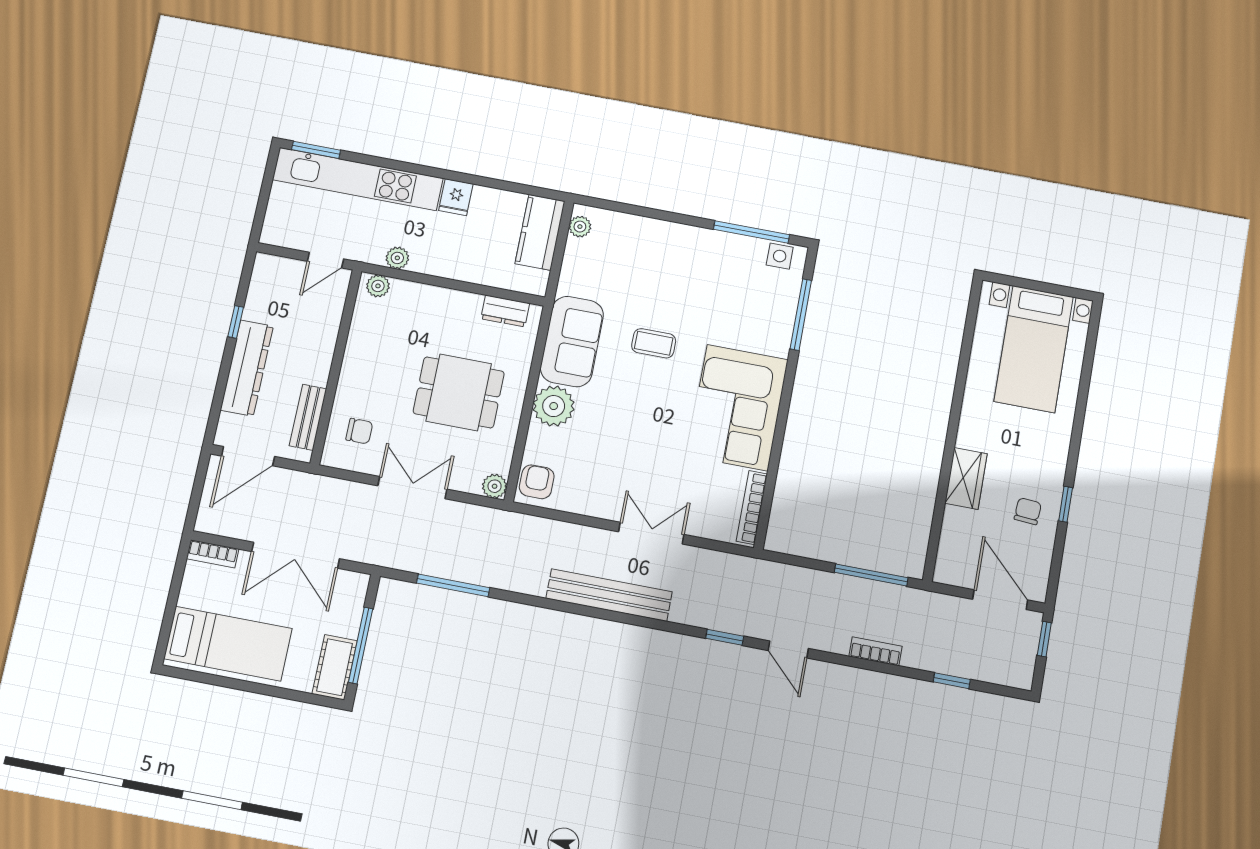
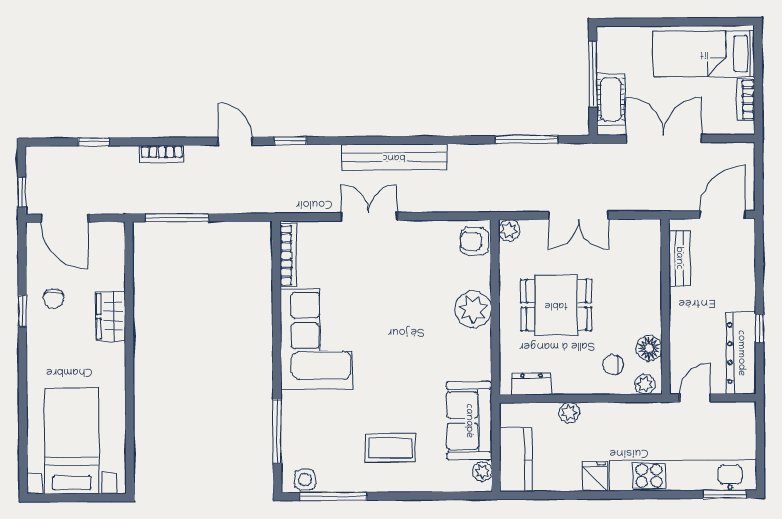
plant: (397, 258) -> (569, 413), moved
floor lamp: (365, 324) -> (649, 348), added
sofa: (572, 341) -> (469, 421), moved
coffee table: (654, 343) -> (390, 448), moved, width x1.36, depth x1.30
dresser: (247, 368) -> (741, 353), moved
chair: (359, 431) -> (613, 365), moved
armchair: (537, 482) -> (474, 241), turned 90
double door: (651, 533) -> (369, 217), swing flipped
bookcase: (213, 554) -> (746, 100), moved, turned -90
cot: (335, 667) -> (611, 99), moved

